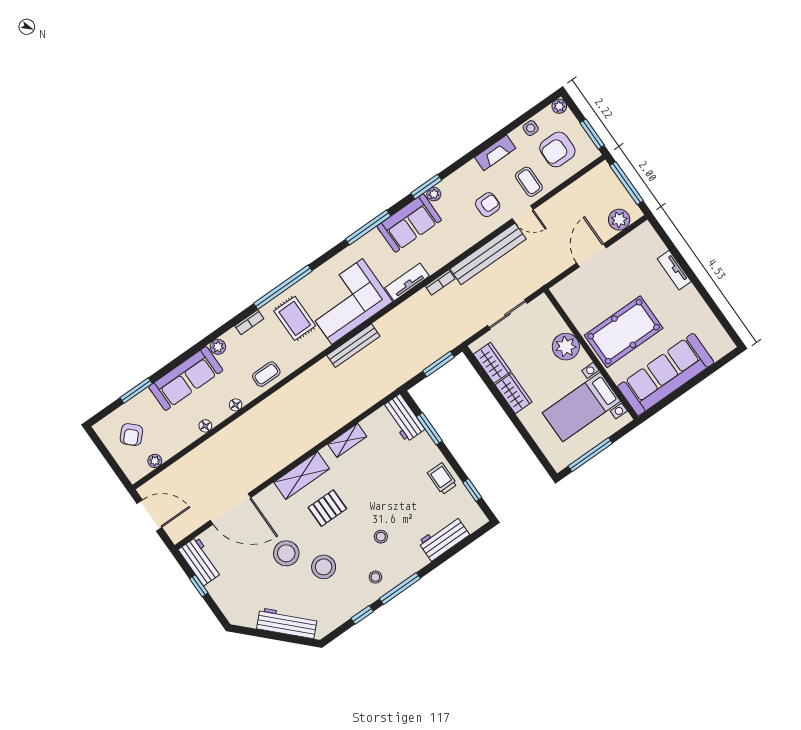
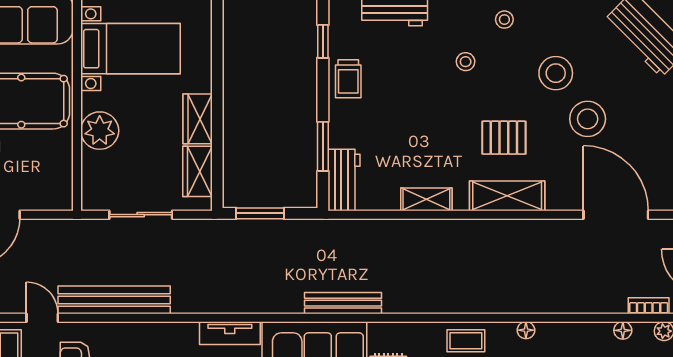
bookcase: (440, 282) -> (649, 306), moved
floor lamp: (205, 426) -> (623, 330), moved

